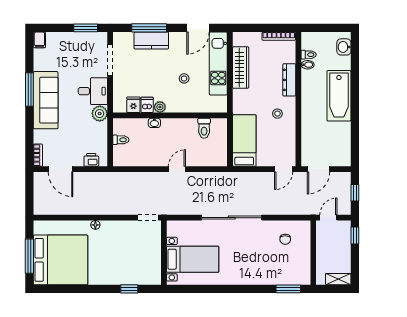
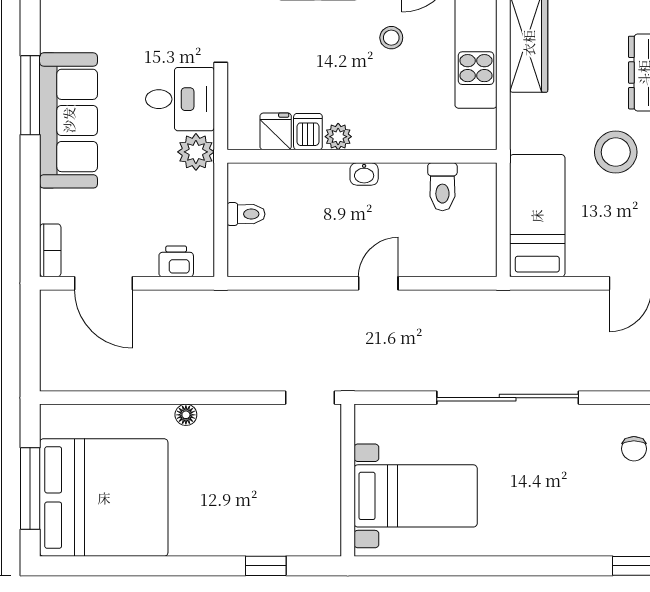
stool: (184, 78) -> (391, 38), moved
stool: (277, 114) -> (616, 152), width x1.89, depth x1.89
washbasin: (154, 123) -> (364, 174), moved

